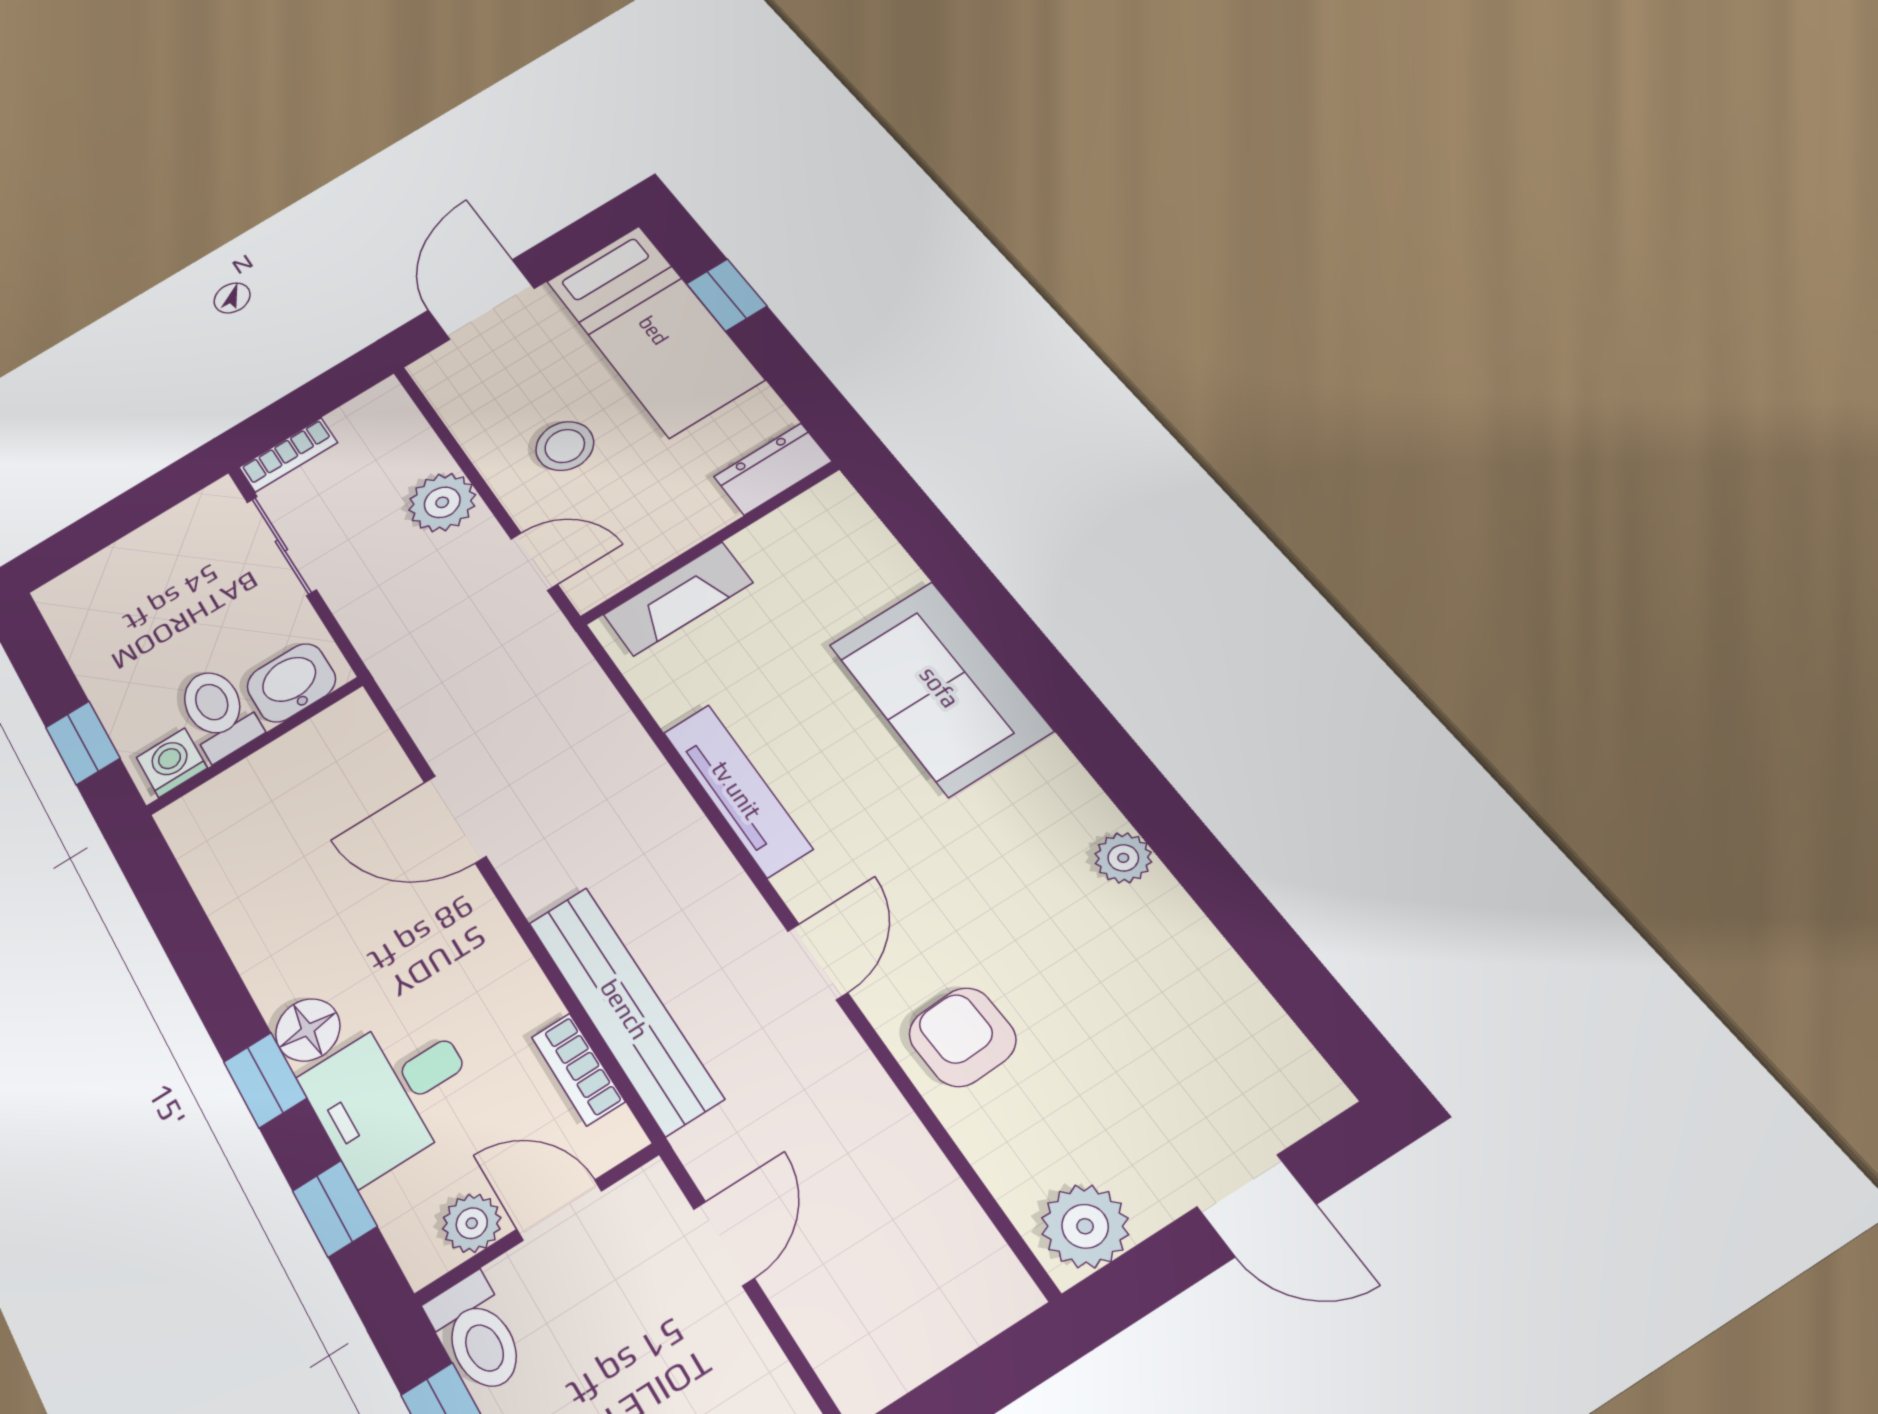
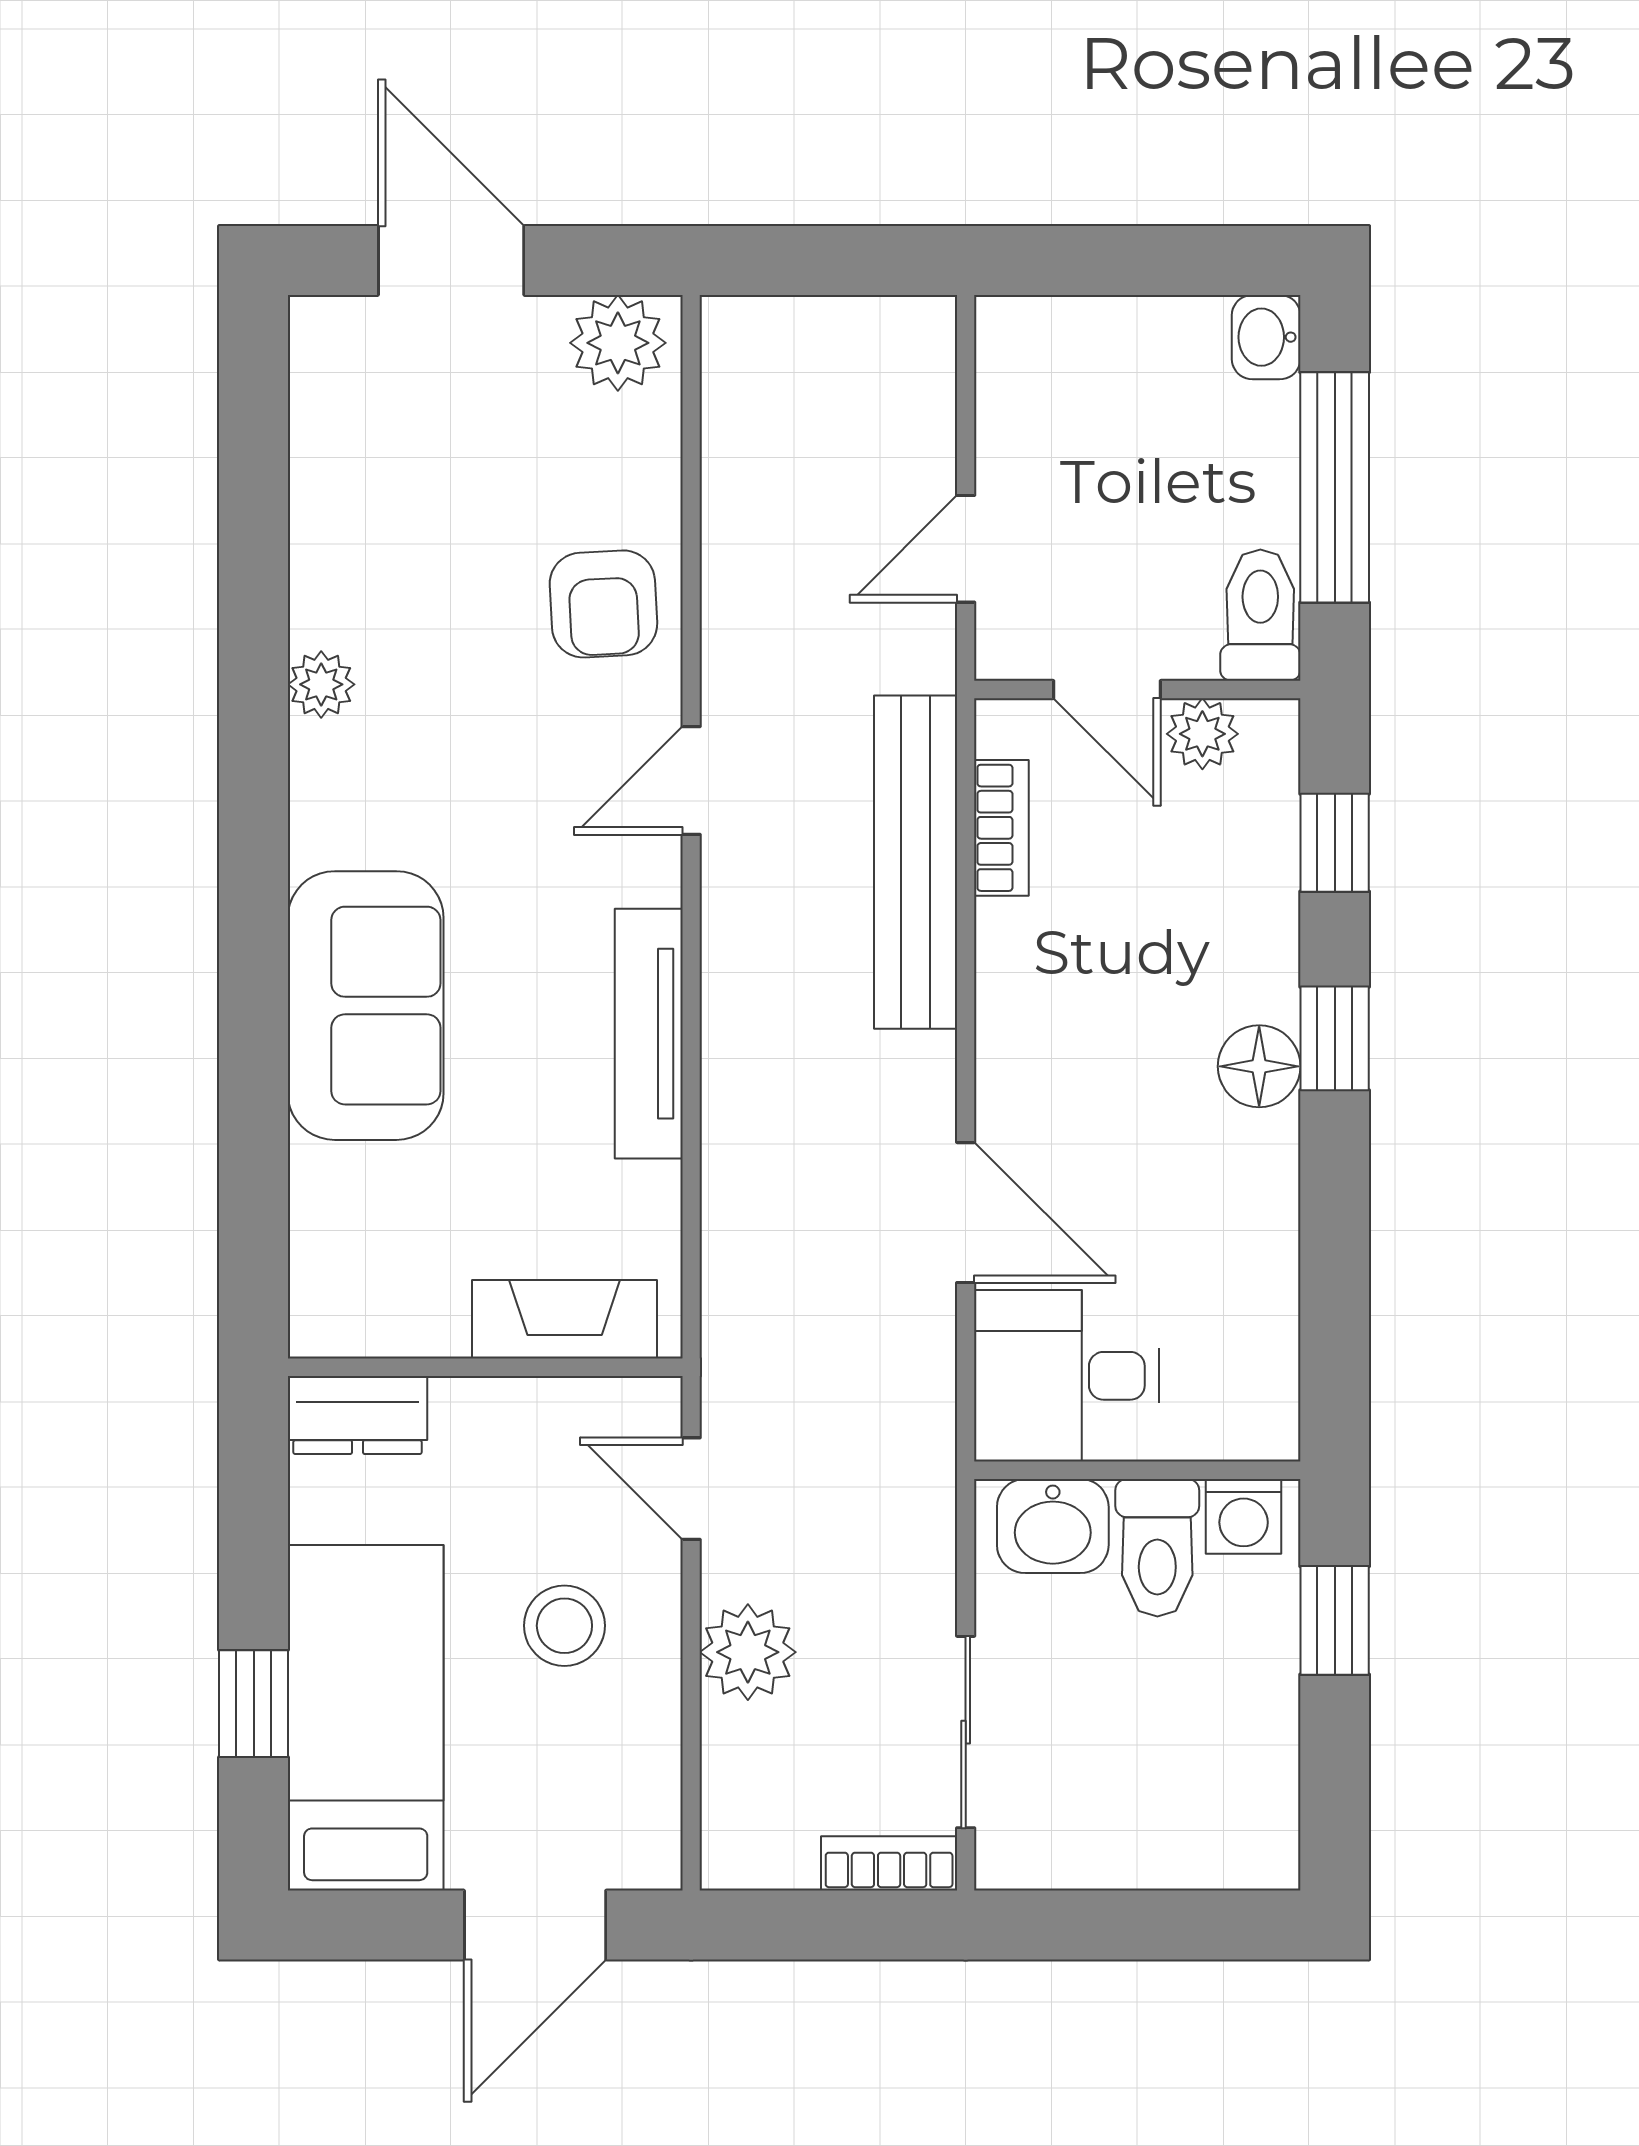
desk: (392, 1093) -> (1067, 1376), moved, turned 180
door: (1256, 1206) -> (451, 260), width x1.38

